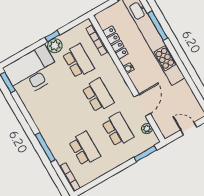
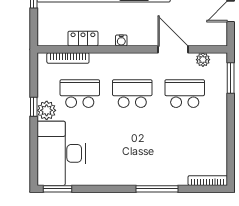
locker: (115, 42) -> (83, 39), width x0.66
school desk: (85, 149) -> (185, 145), removed

